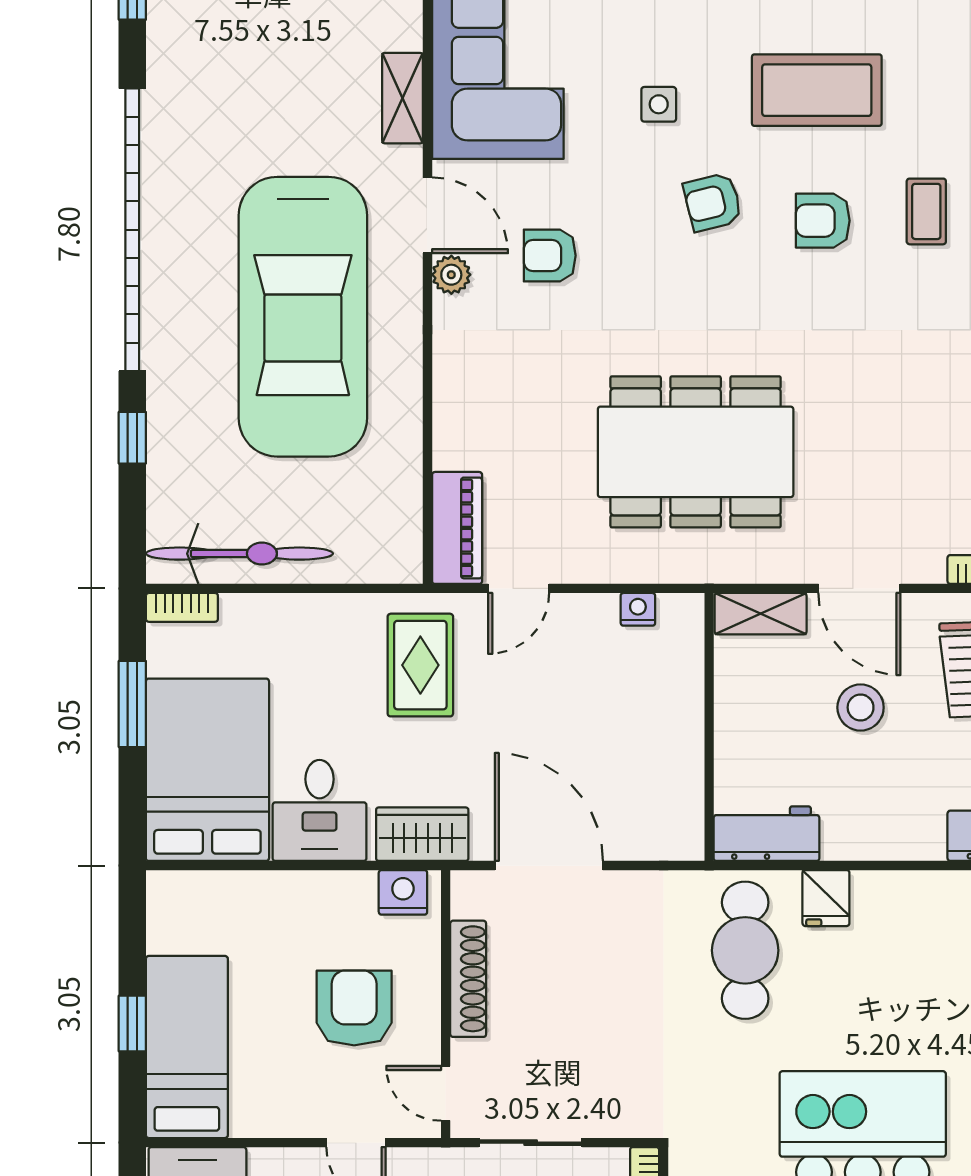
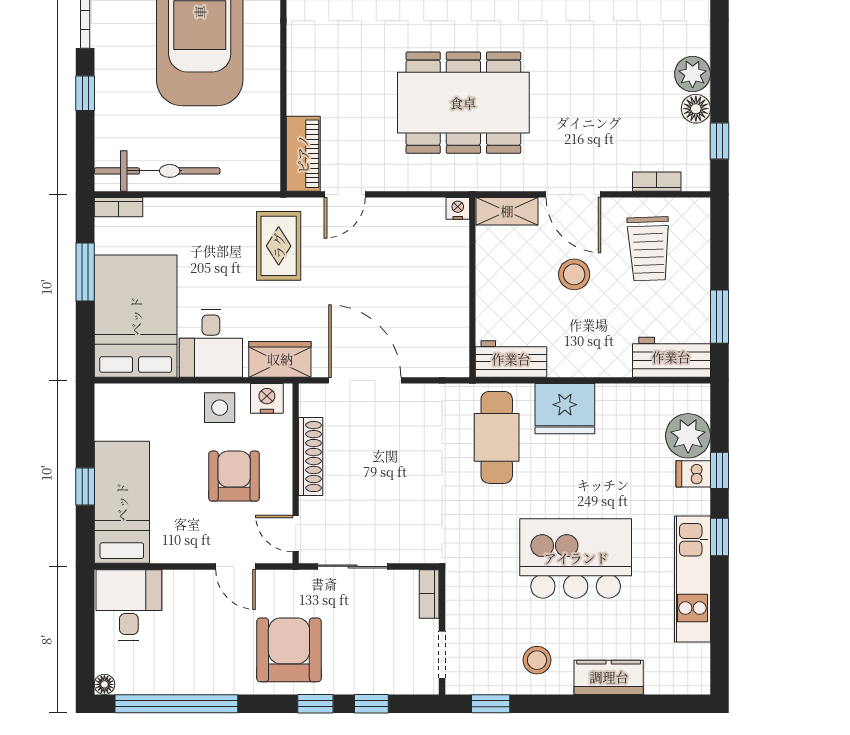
nightstand: (638, 609) -> (458, 208), moved
fridge: (826, 898) -> (565, 409), width x1.88, depth x1.34
side table: (333, 906) -> (220, 408), added

